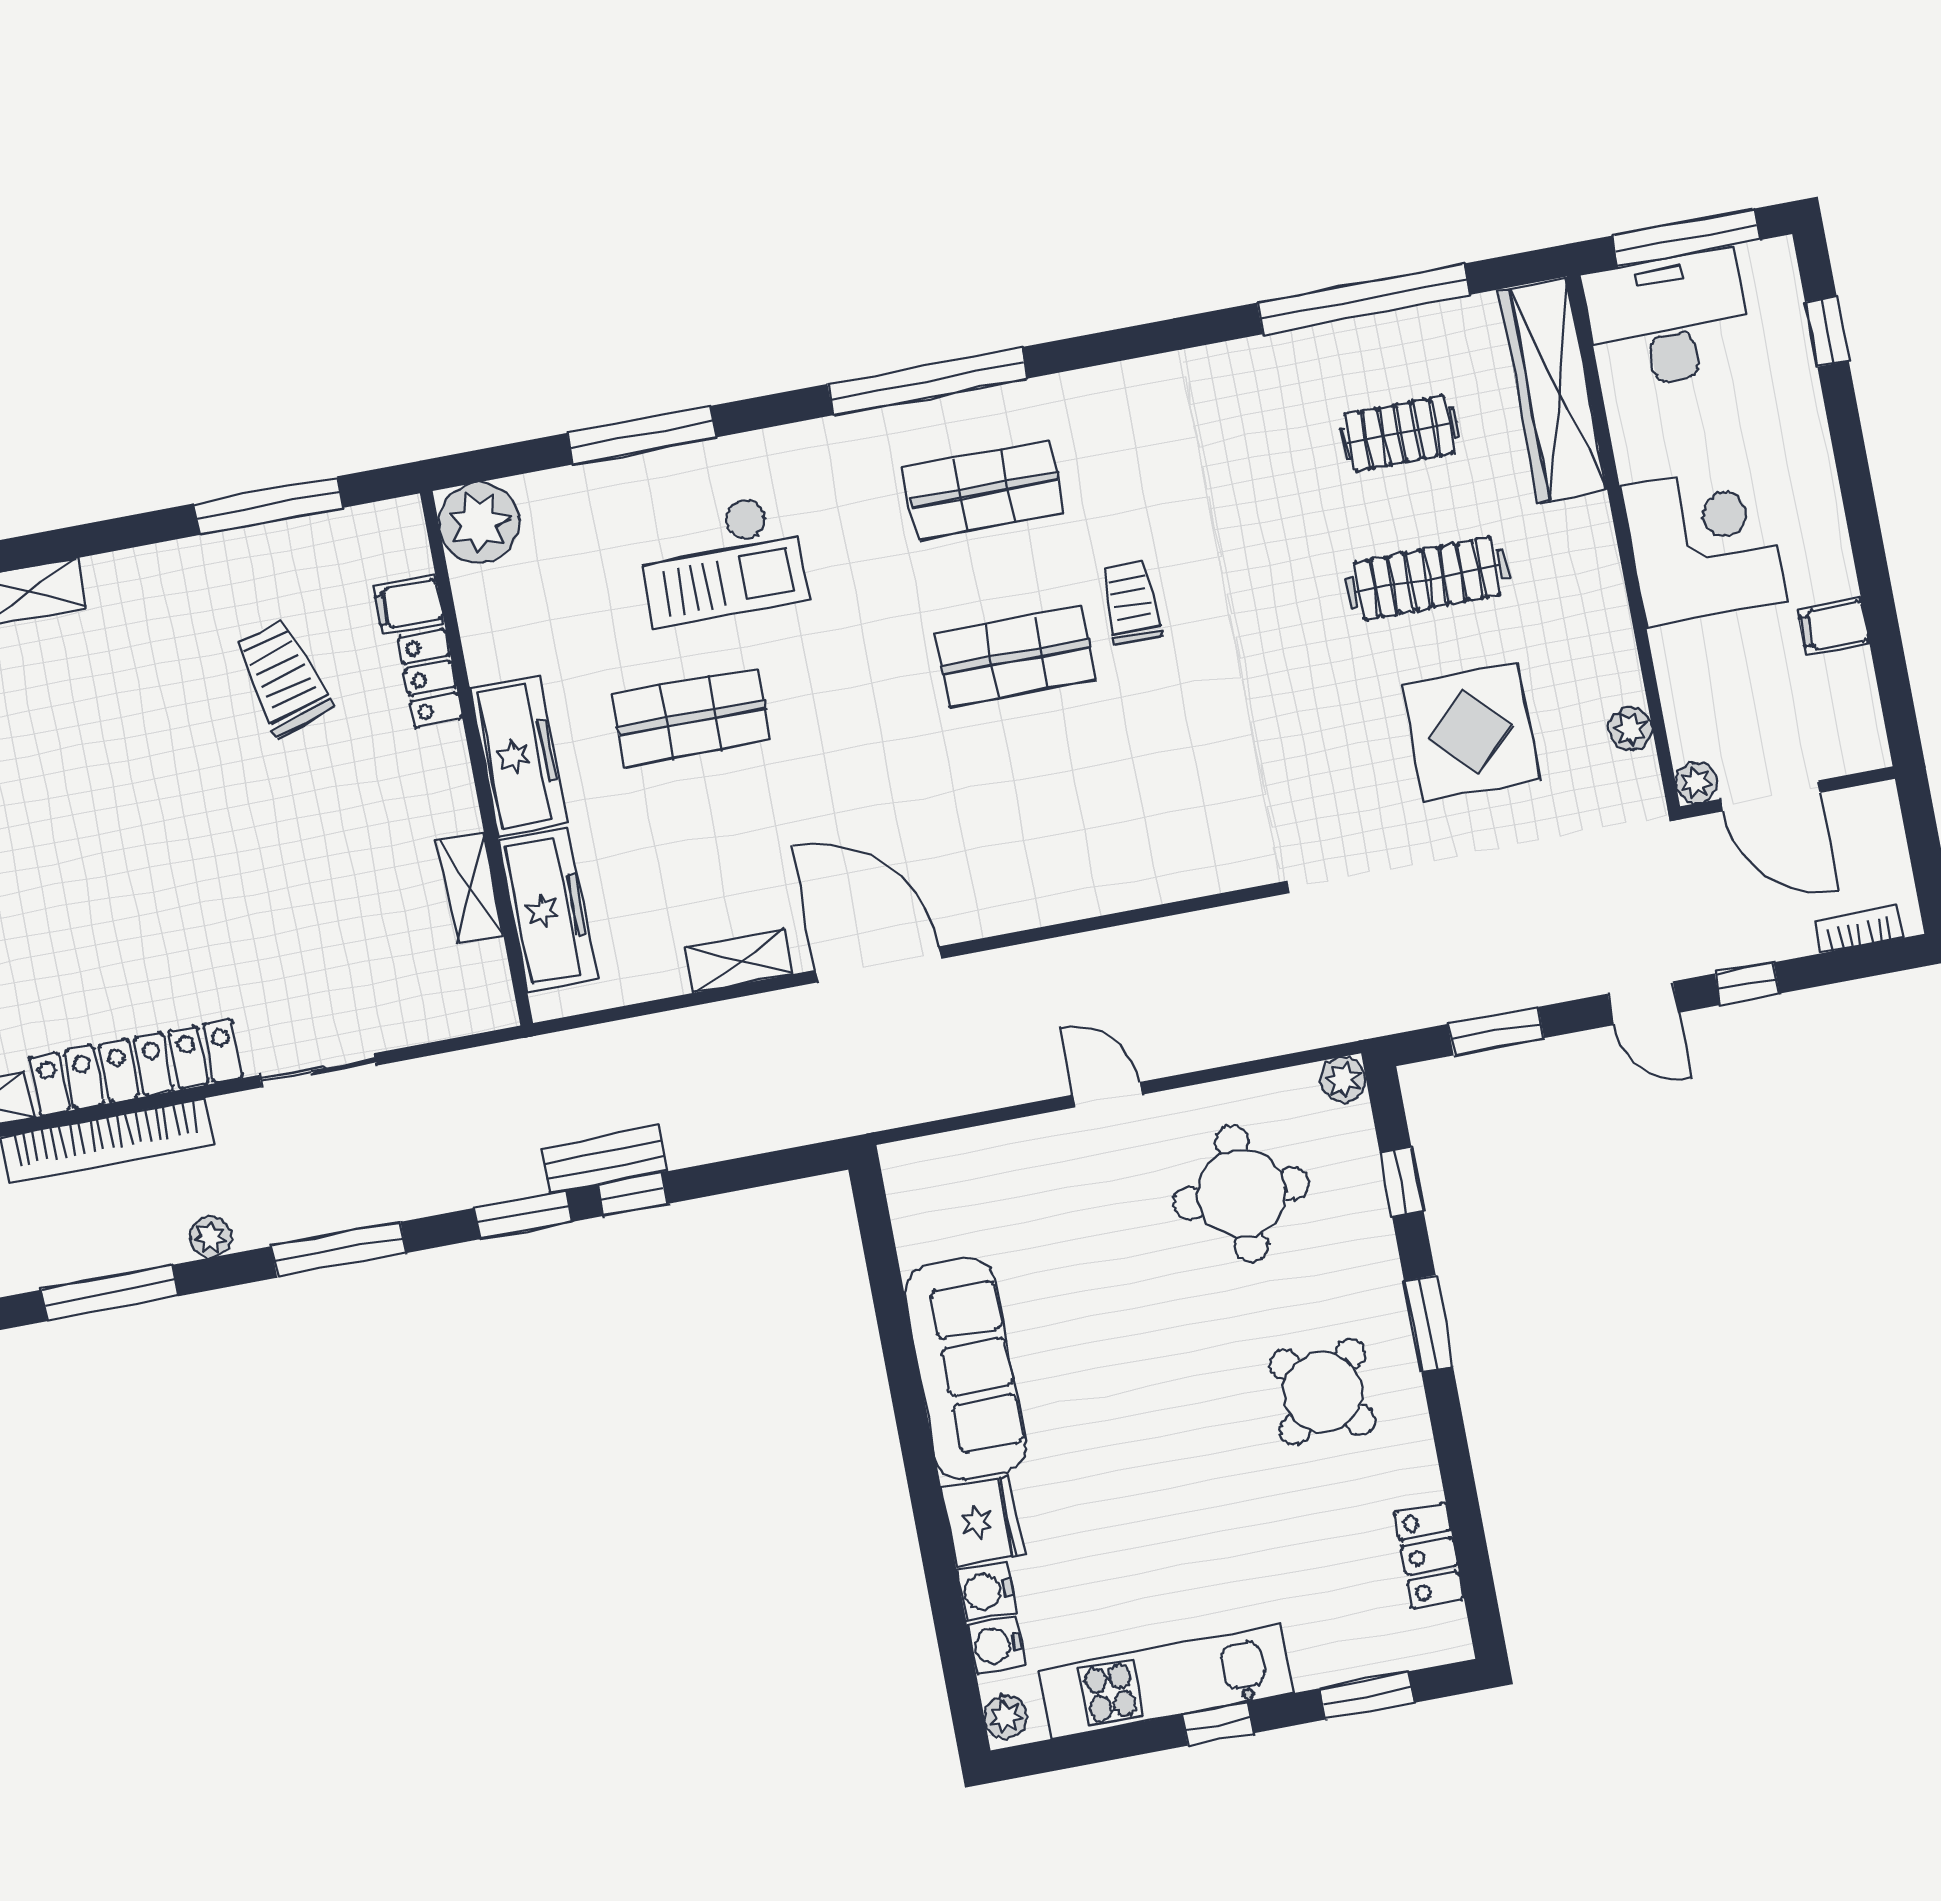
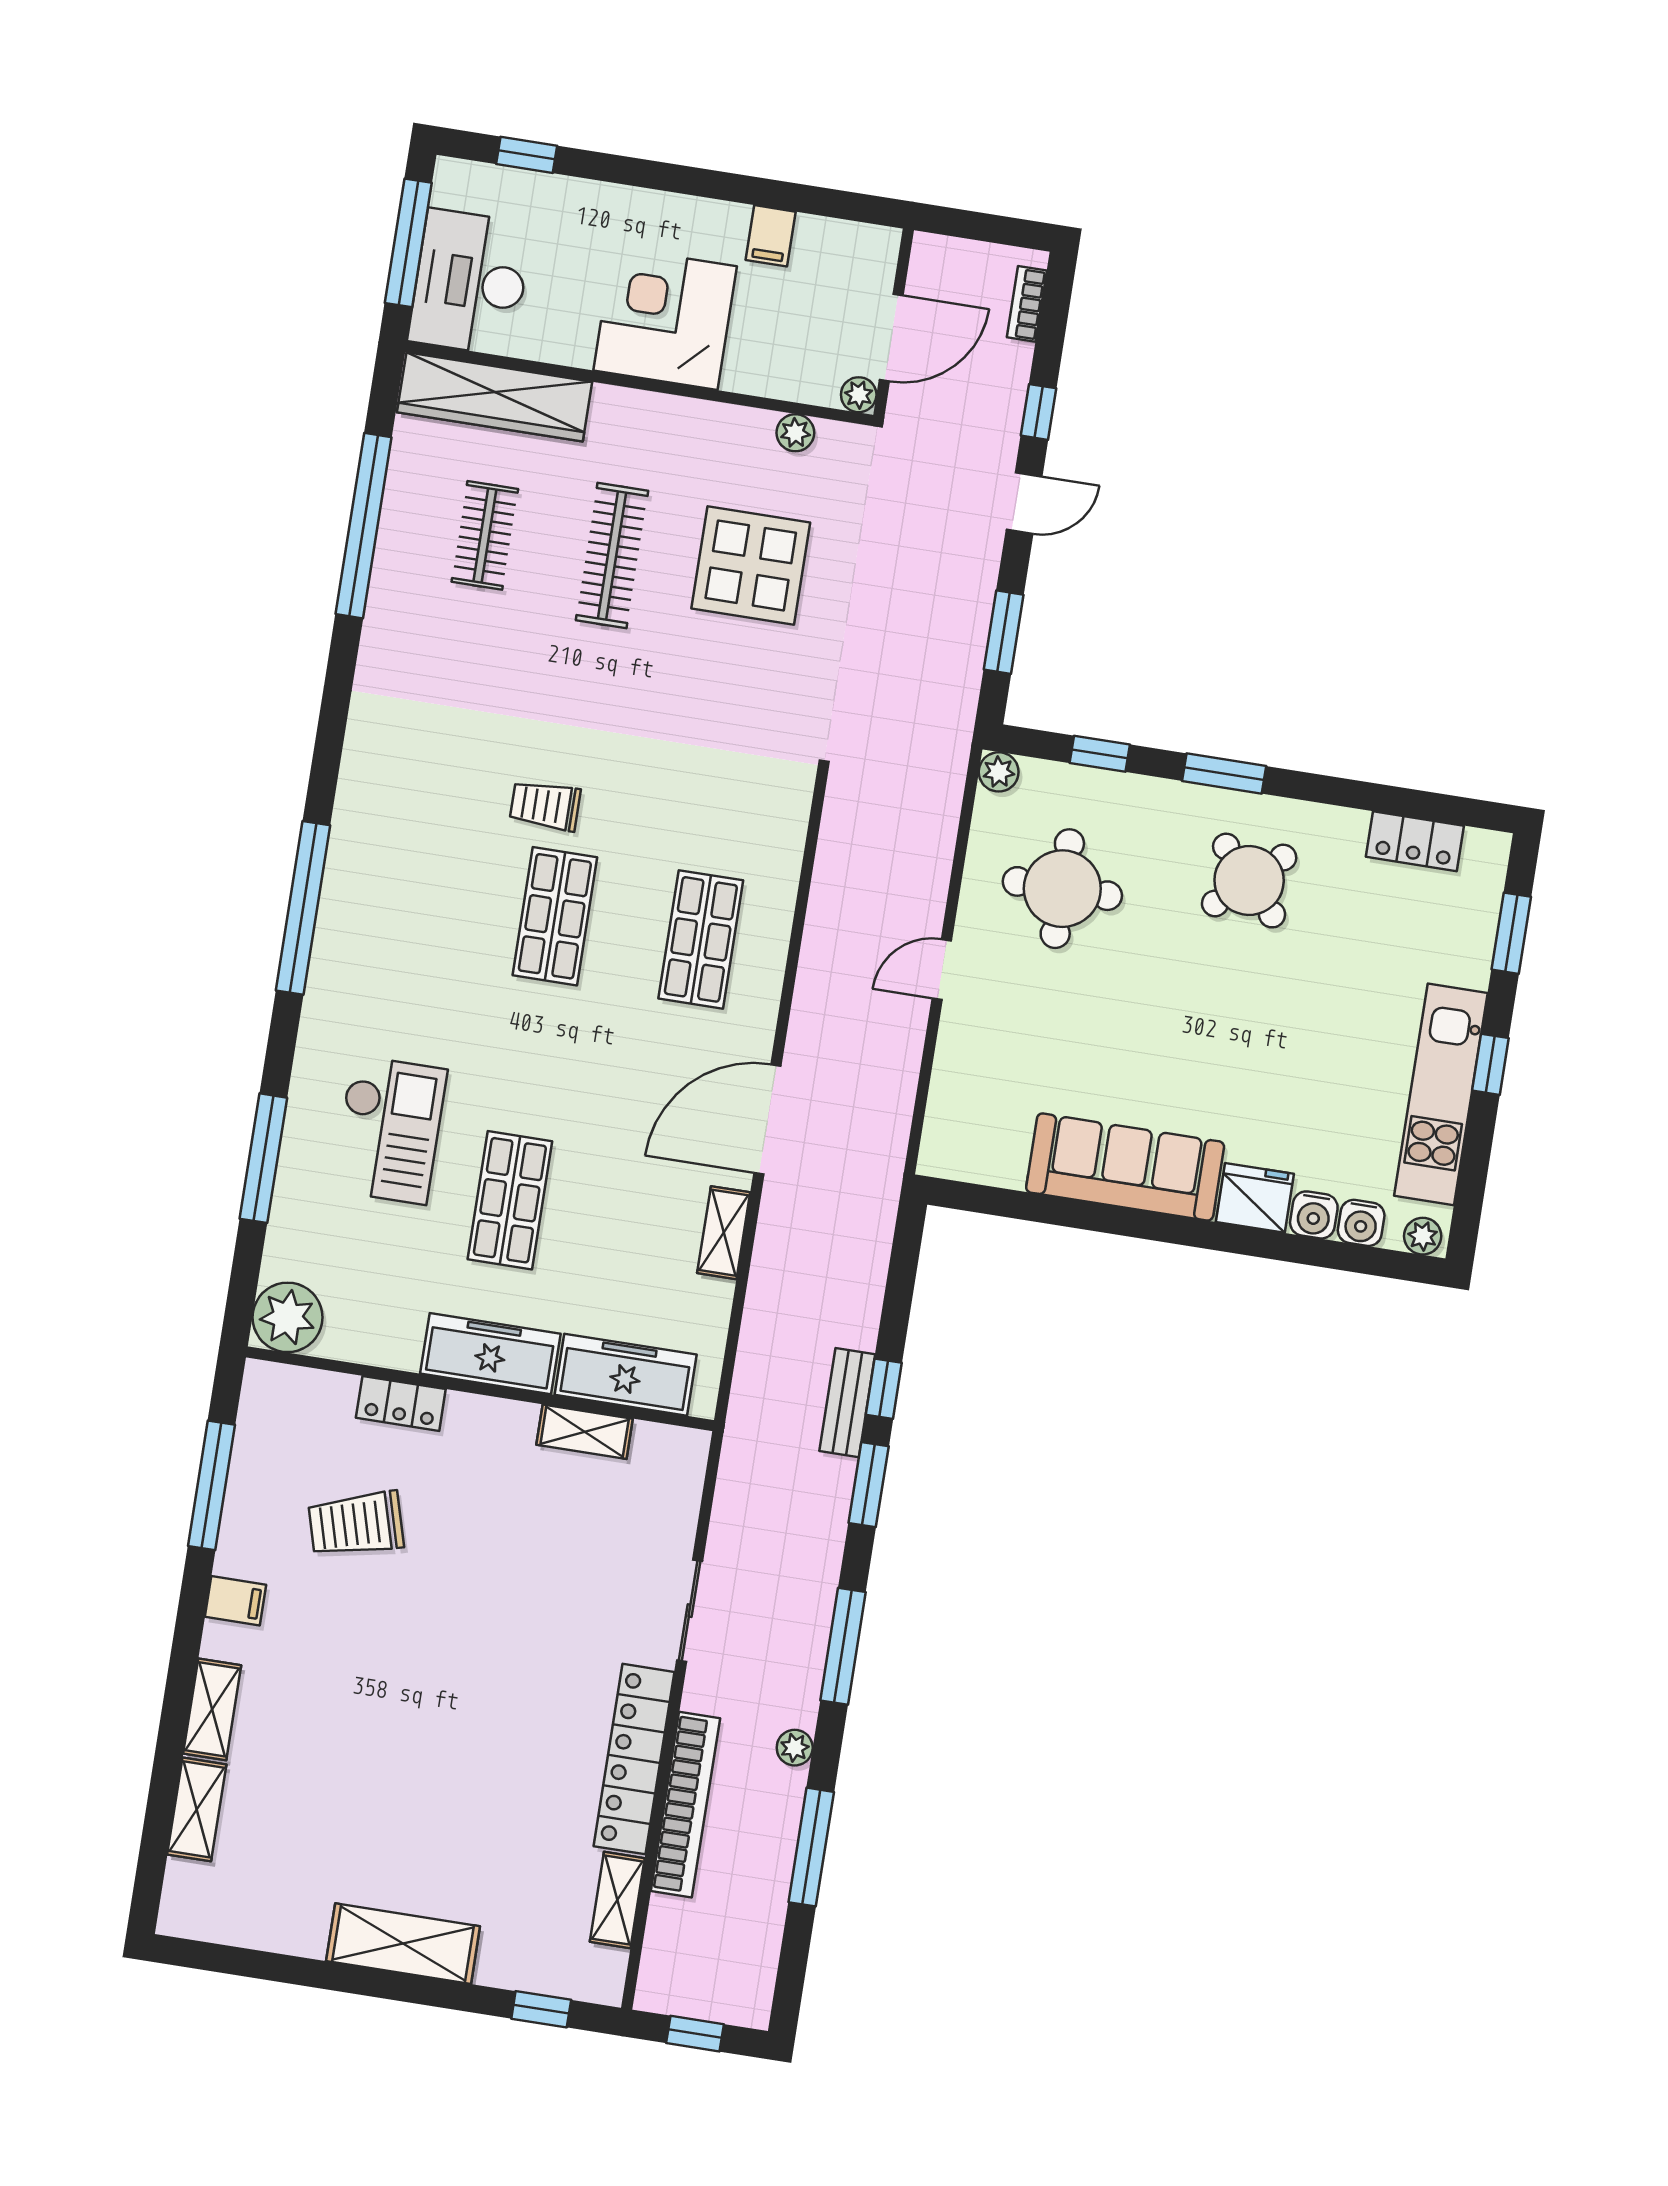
shop shelf: (984, 490) -> (701, 939), moved
filing cabinet: (409, 605) -> (235, 1601), moved, turned -90

